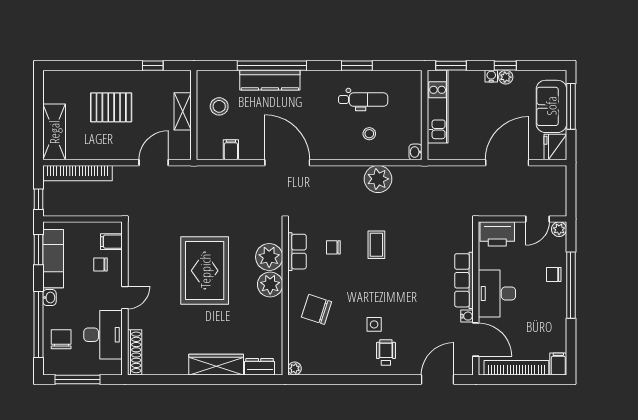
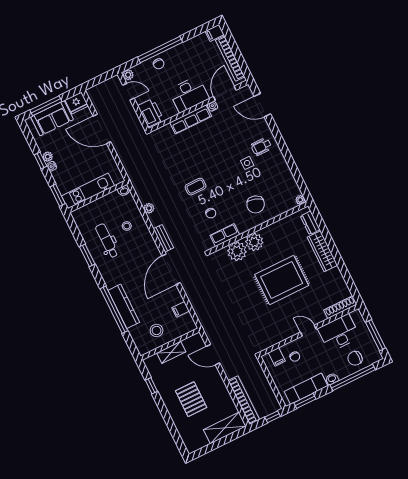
bench: (331, 172) -> (163, 238), added
plant: (378, 179) -> (149, 208), width x0.53, depth x0.53
rug: (205, 271) -> (282, 280), moved

